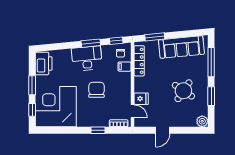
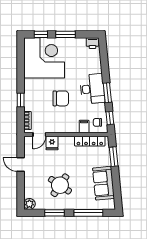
sofa: (181, 47) -> (104, 183), width x0.73
printer: (44, 63) -> (92, 43), width x0.53, depth x0.68

